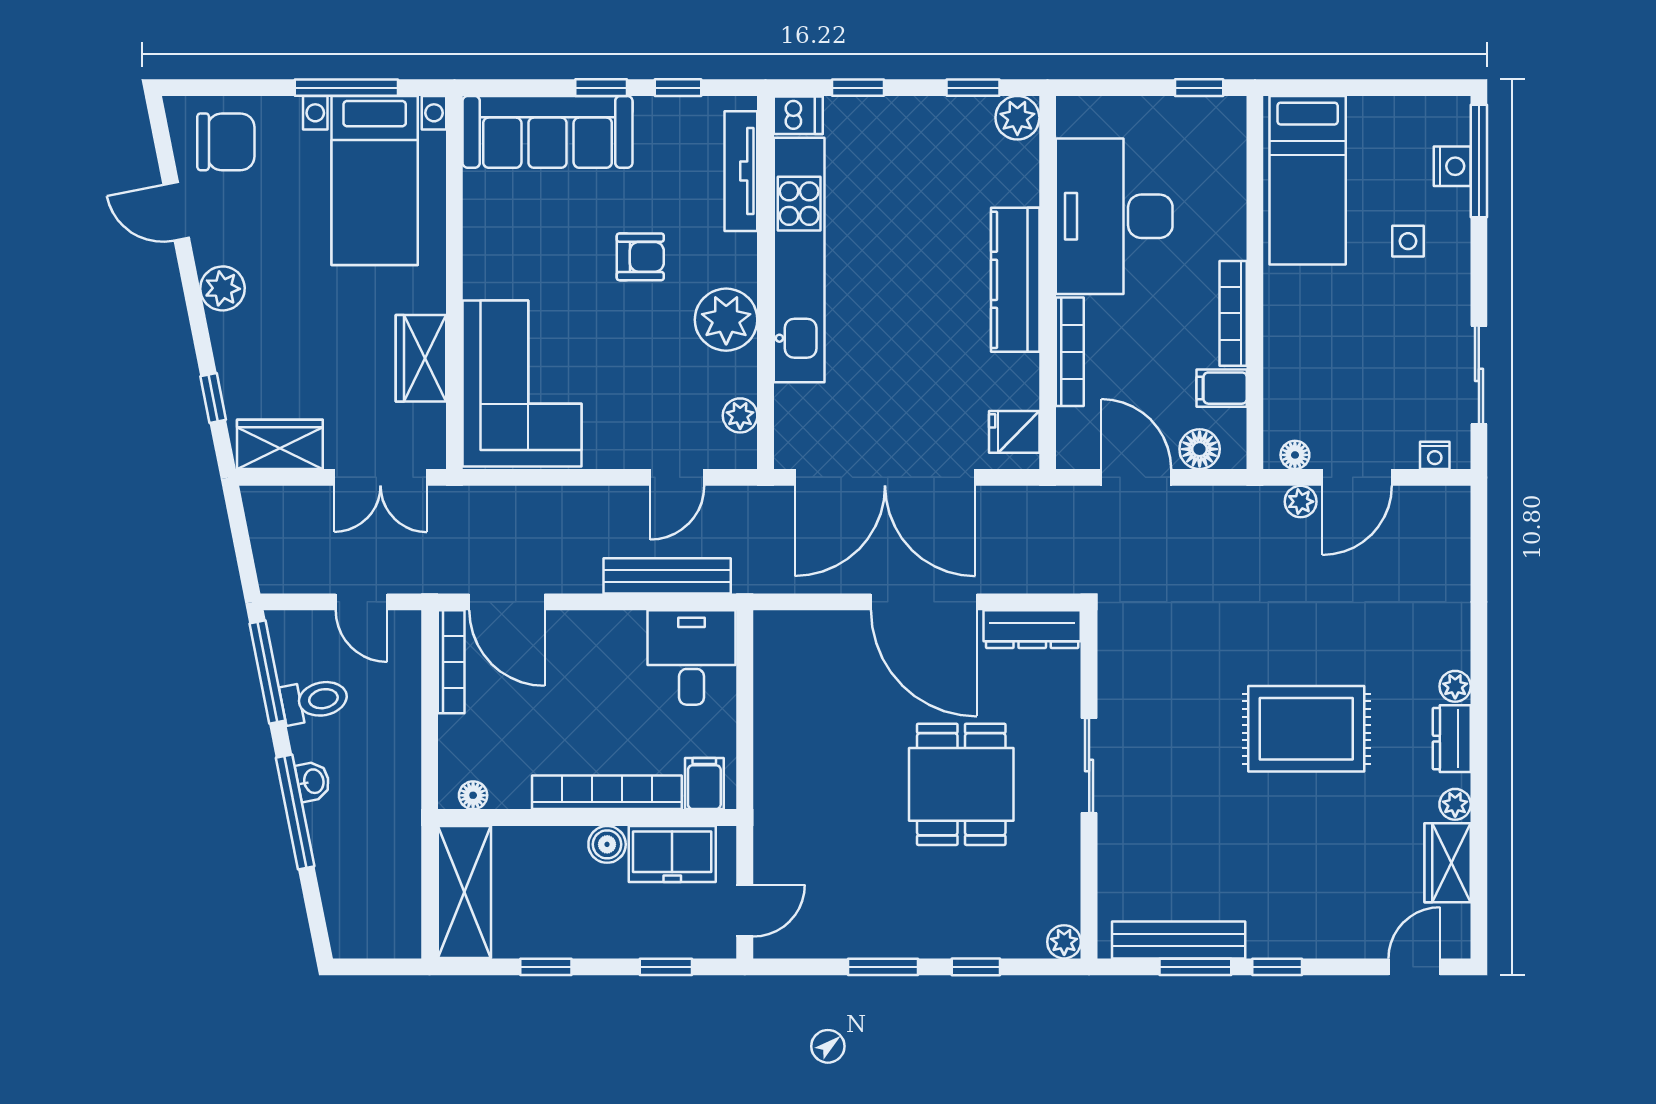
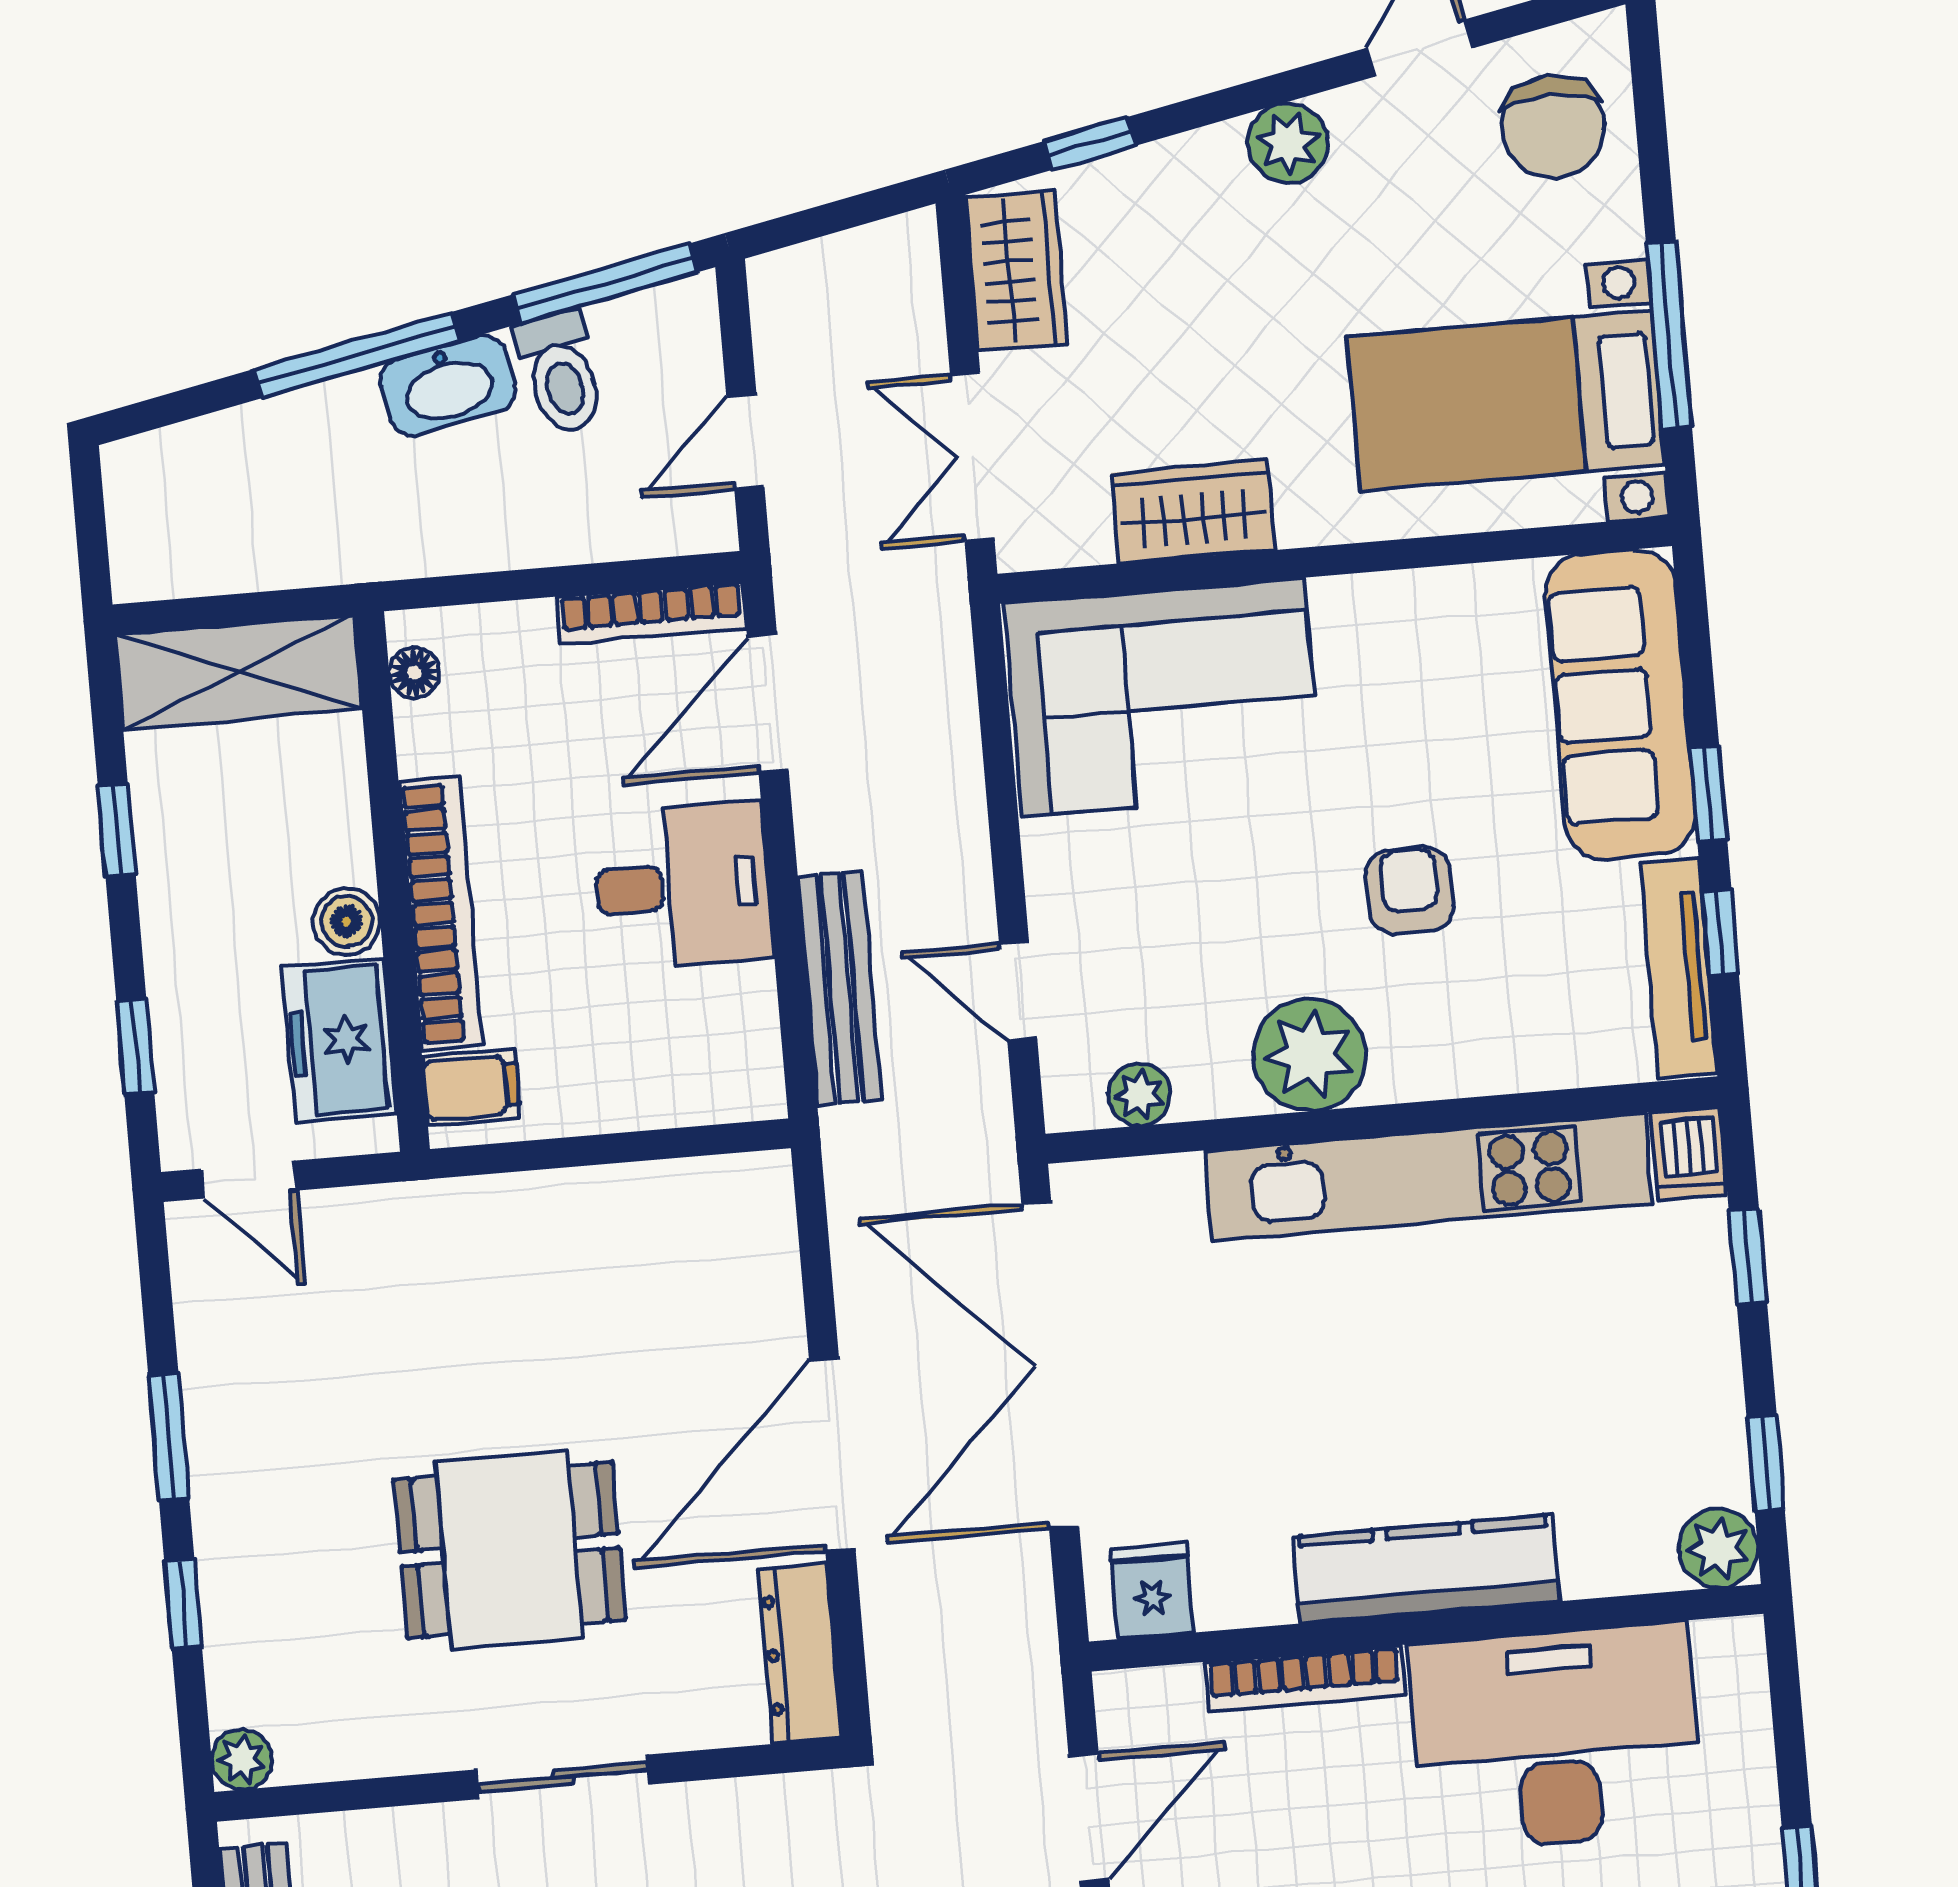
tv unit: (741, 171) -> (1679, 968), moved, turned -90
armchair: (640, 257) -> (1410, 890), turned 180
desk: (692, 657) -> (683, 886), moved
washbasin: (313, 781) -> (448, 386), width x1.91, depth x1.45

